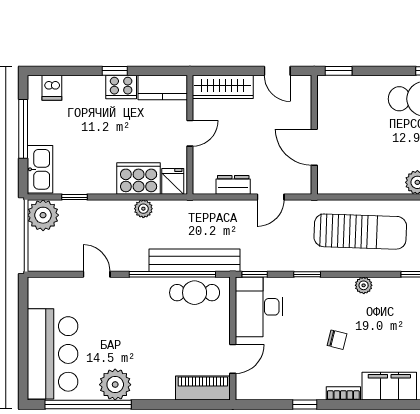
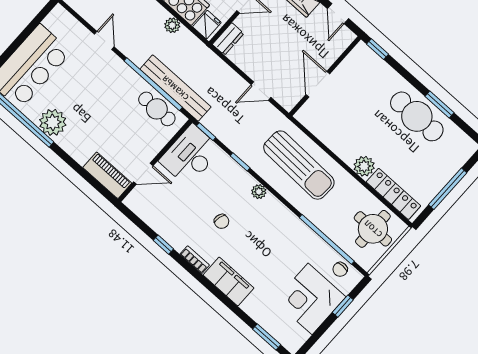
dresser: (233, 185) -> (228, 39), moved, turned 90
plant: (364, 285) -> (259, 192), moved

